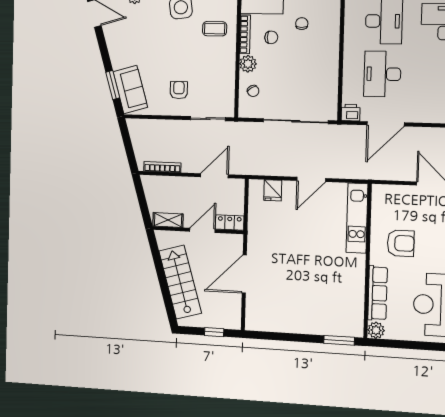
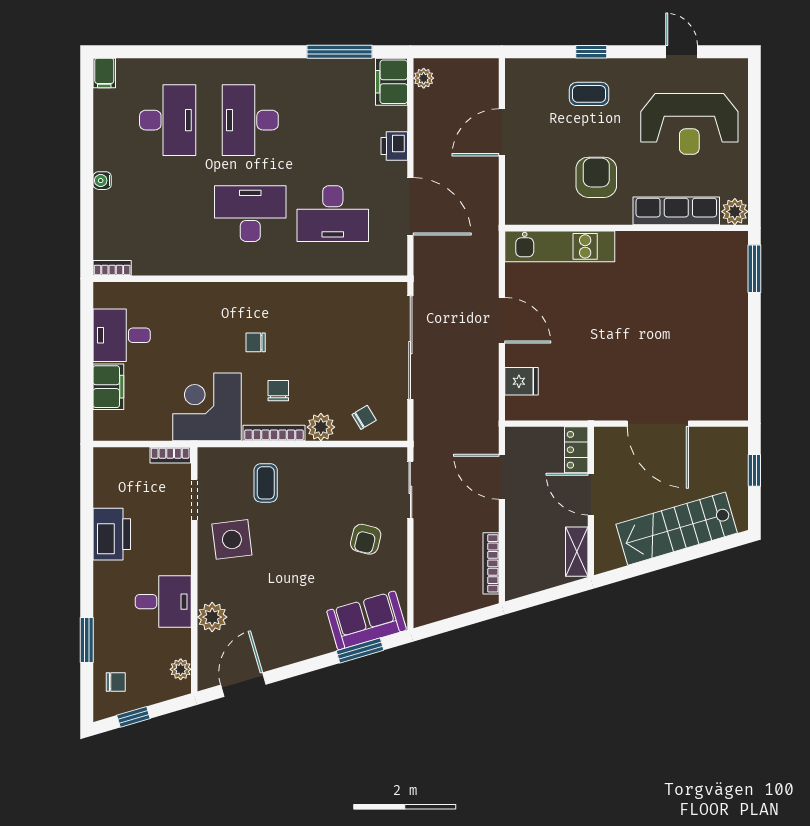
armchair: (179, 90) -> (366, 539), turned -76
printer: (351, 112) -> (394, 146), moved

